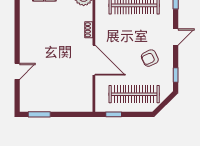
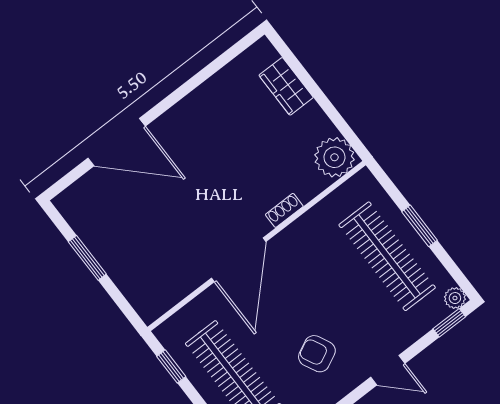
door: (17, 71) -> (117, 142), width x1.87
window: (39, 114) -> (87, 258), moved

